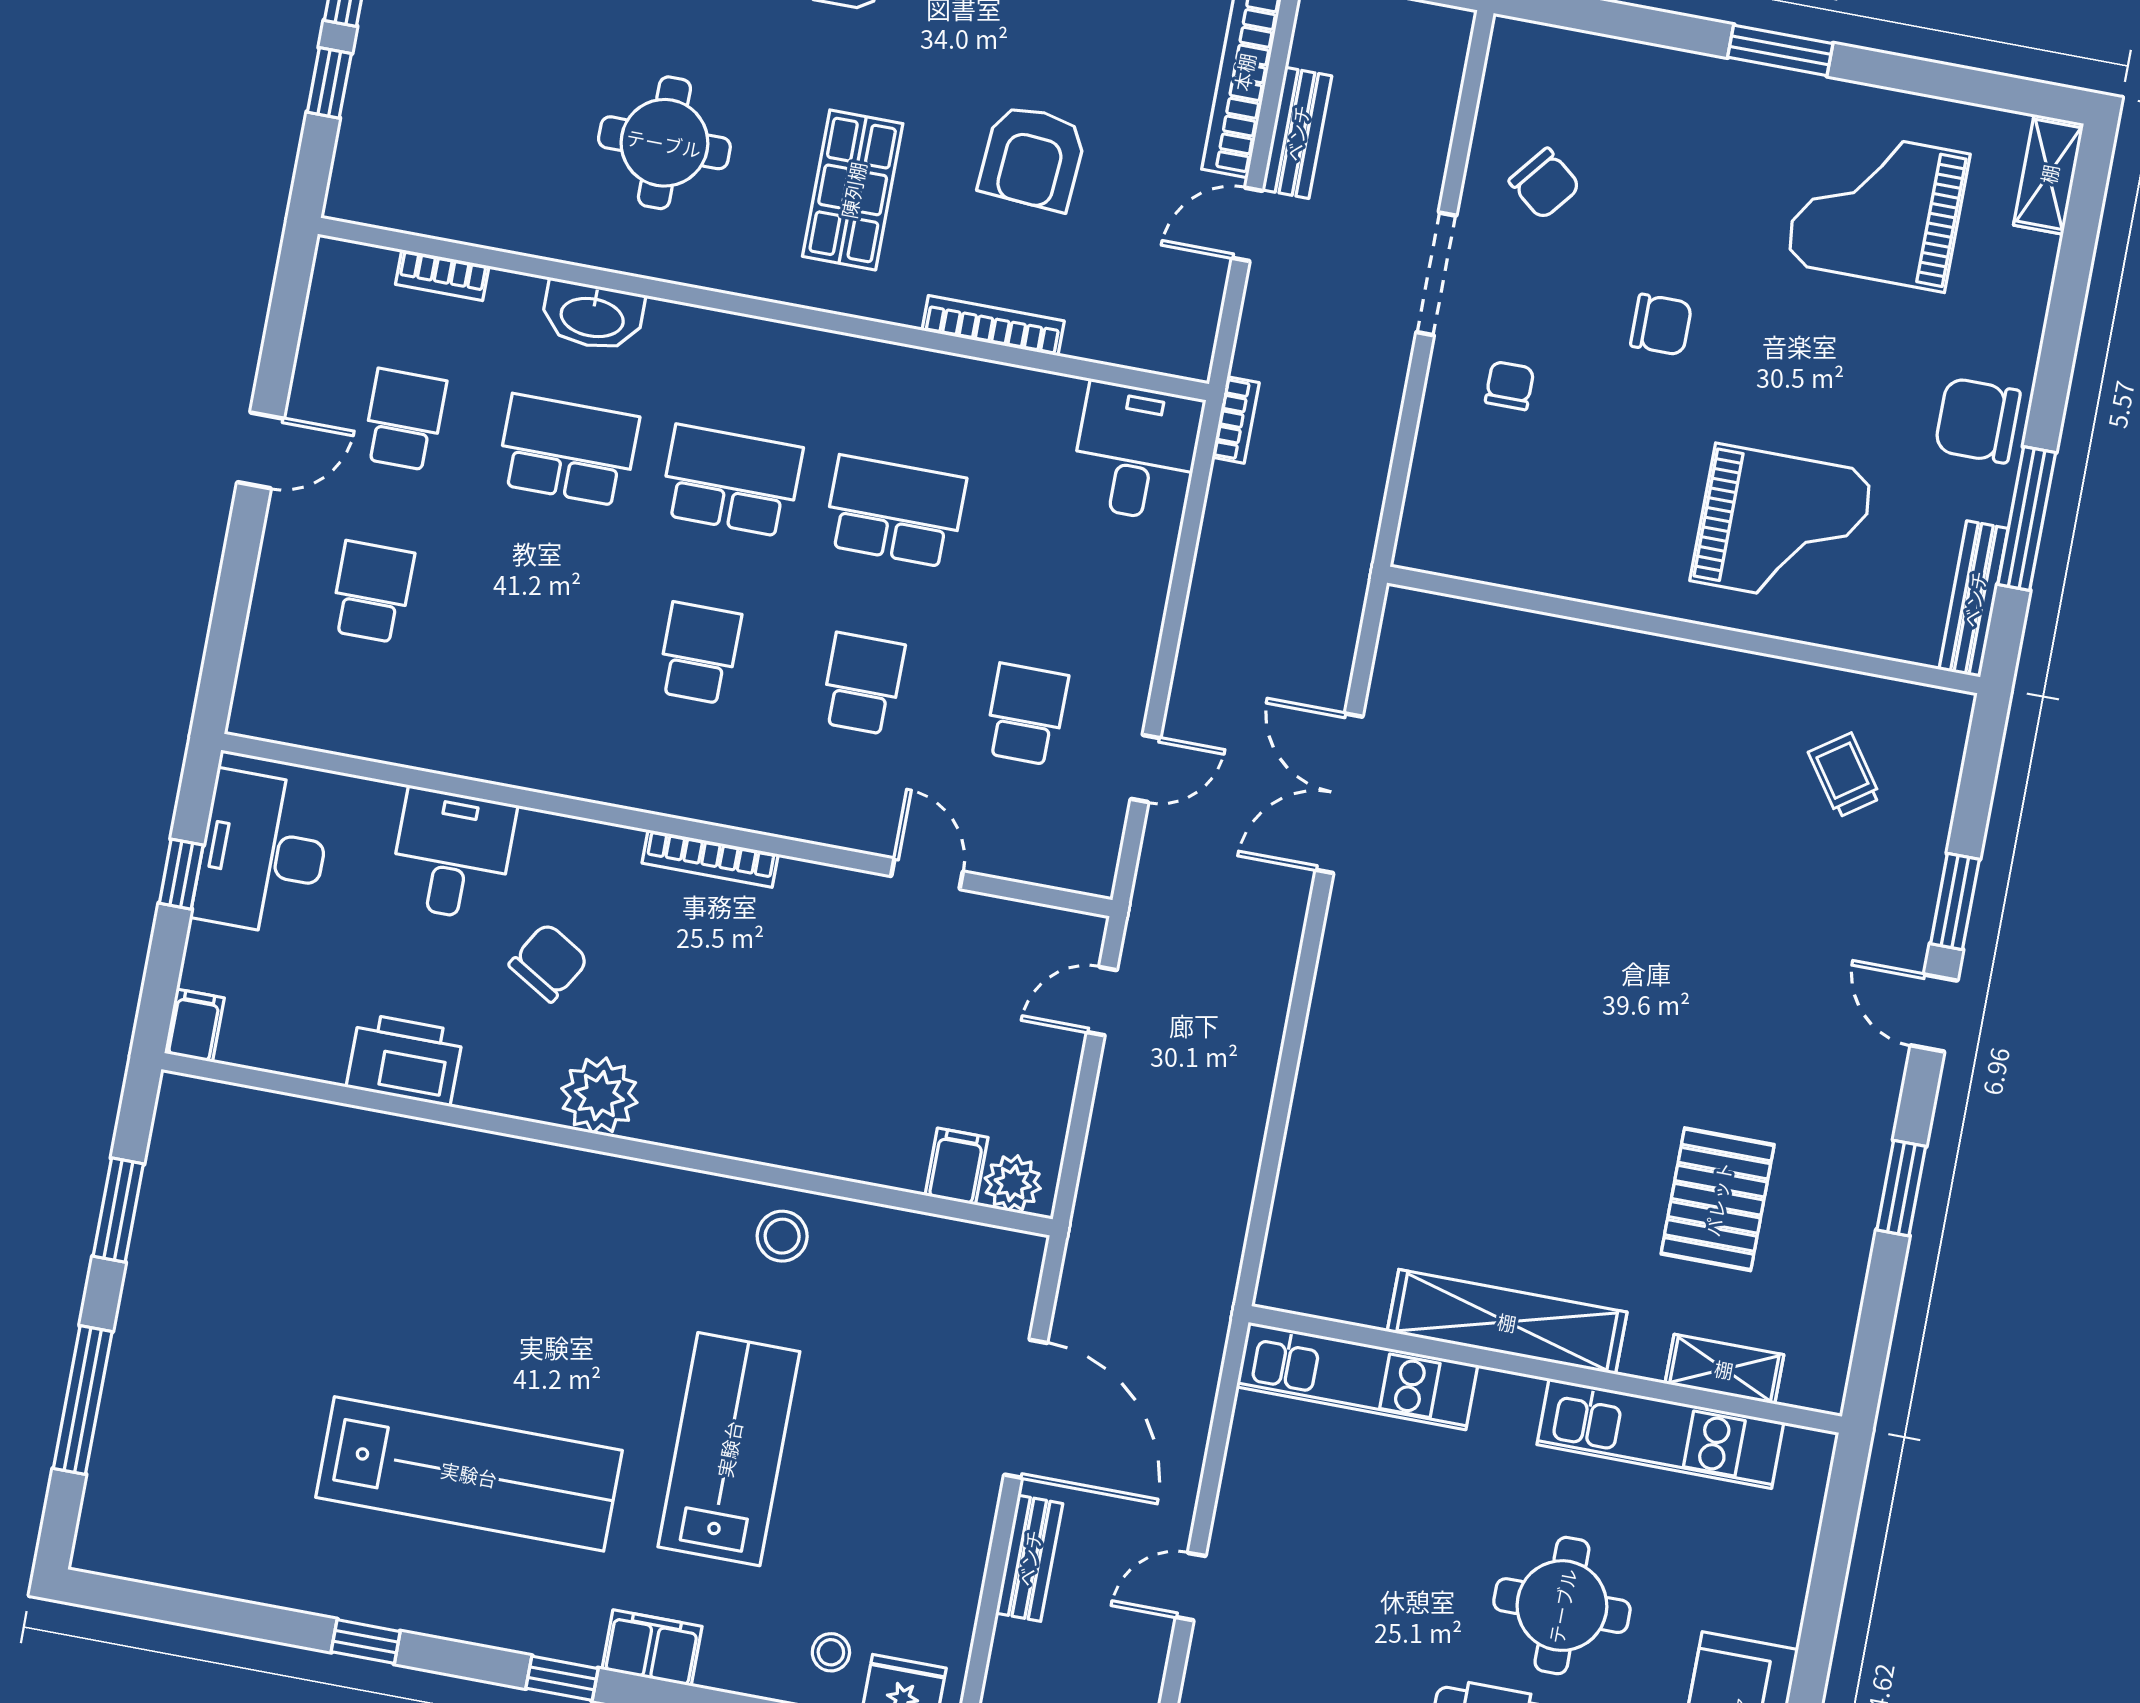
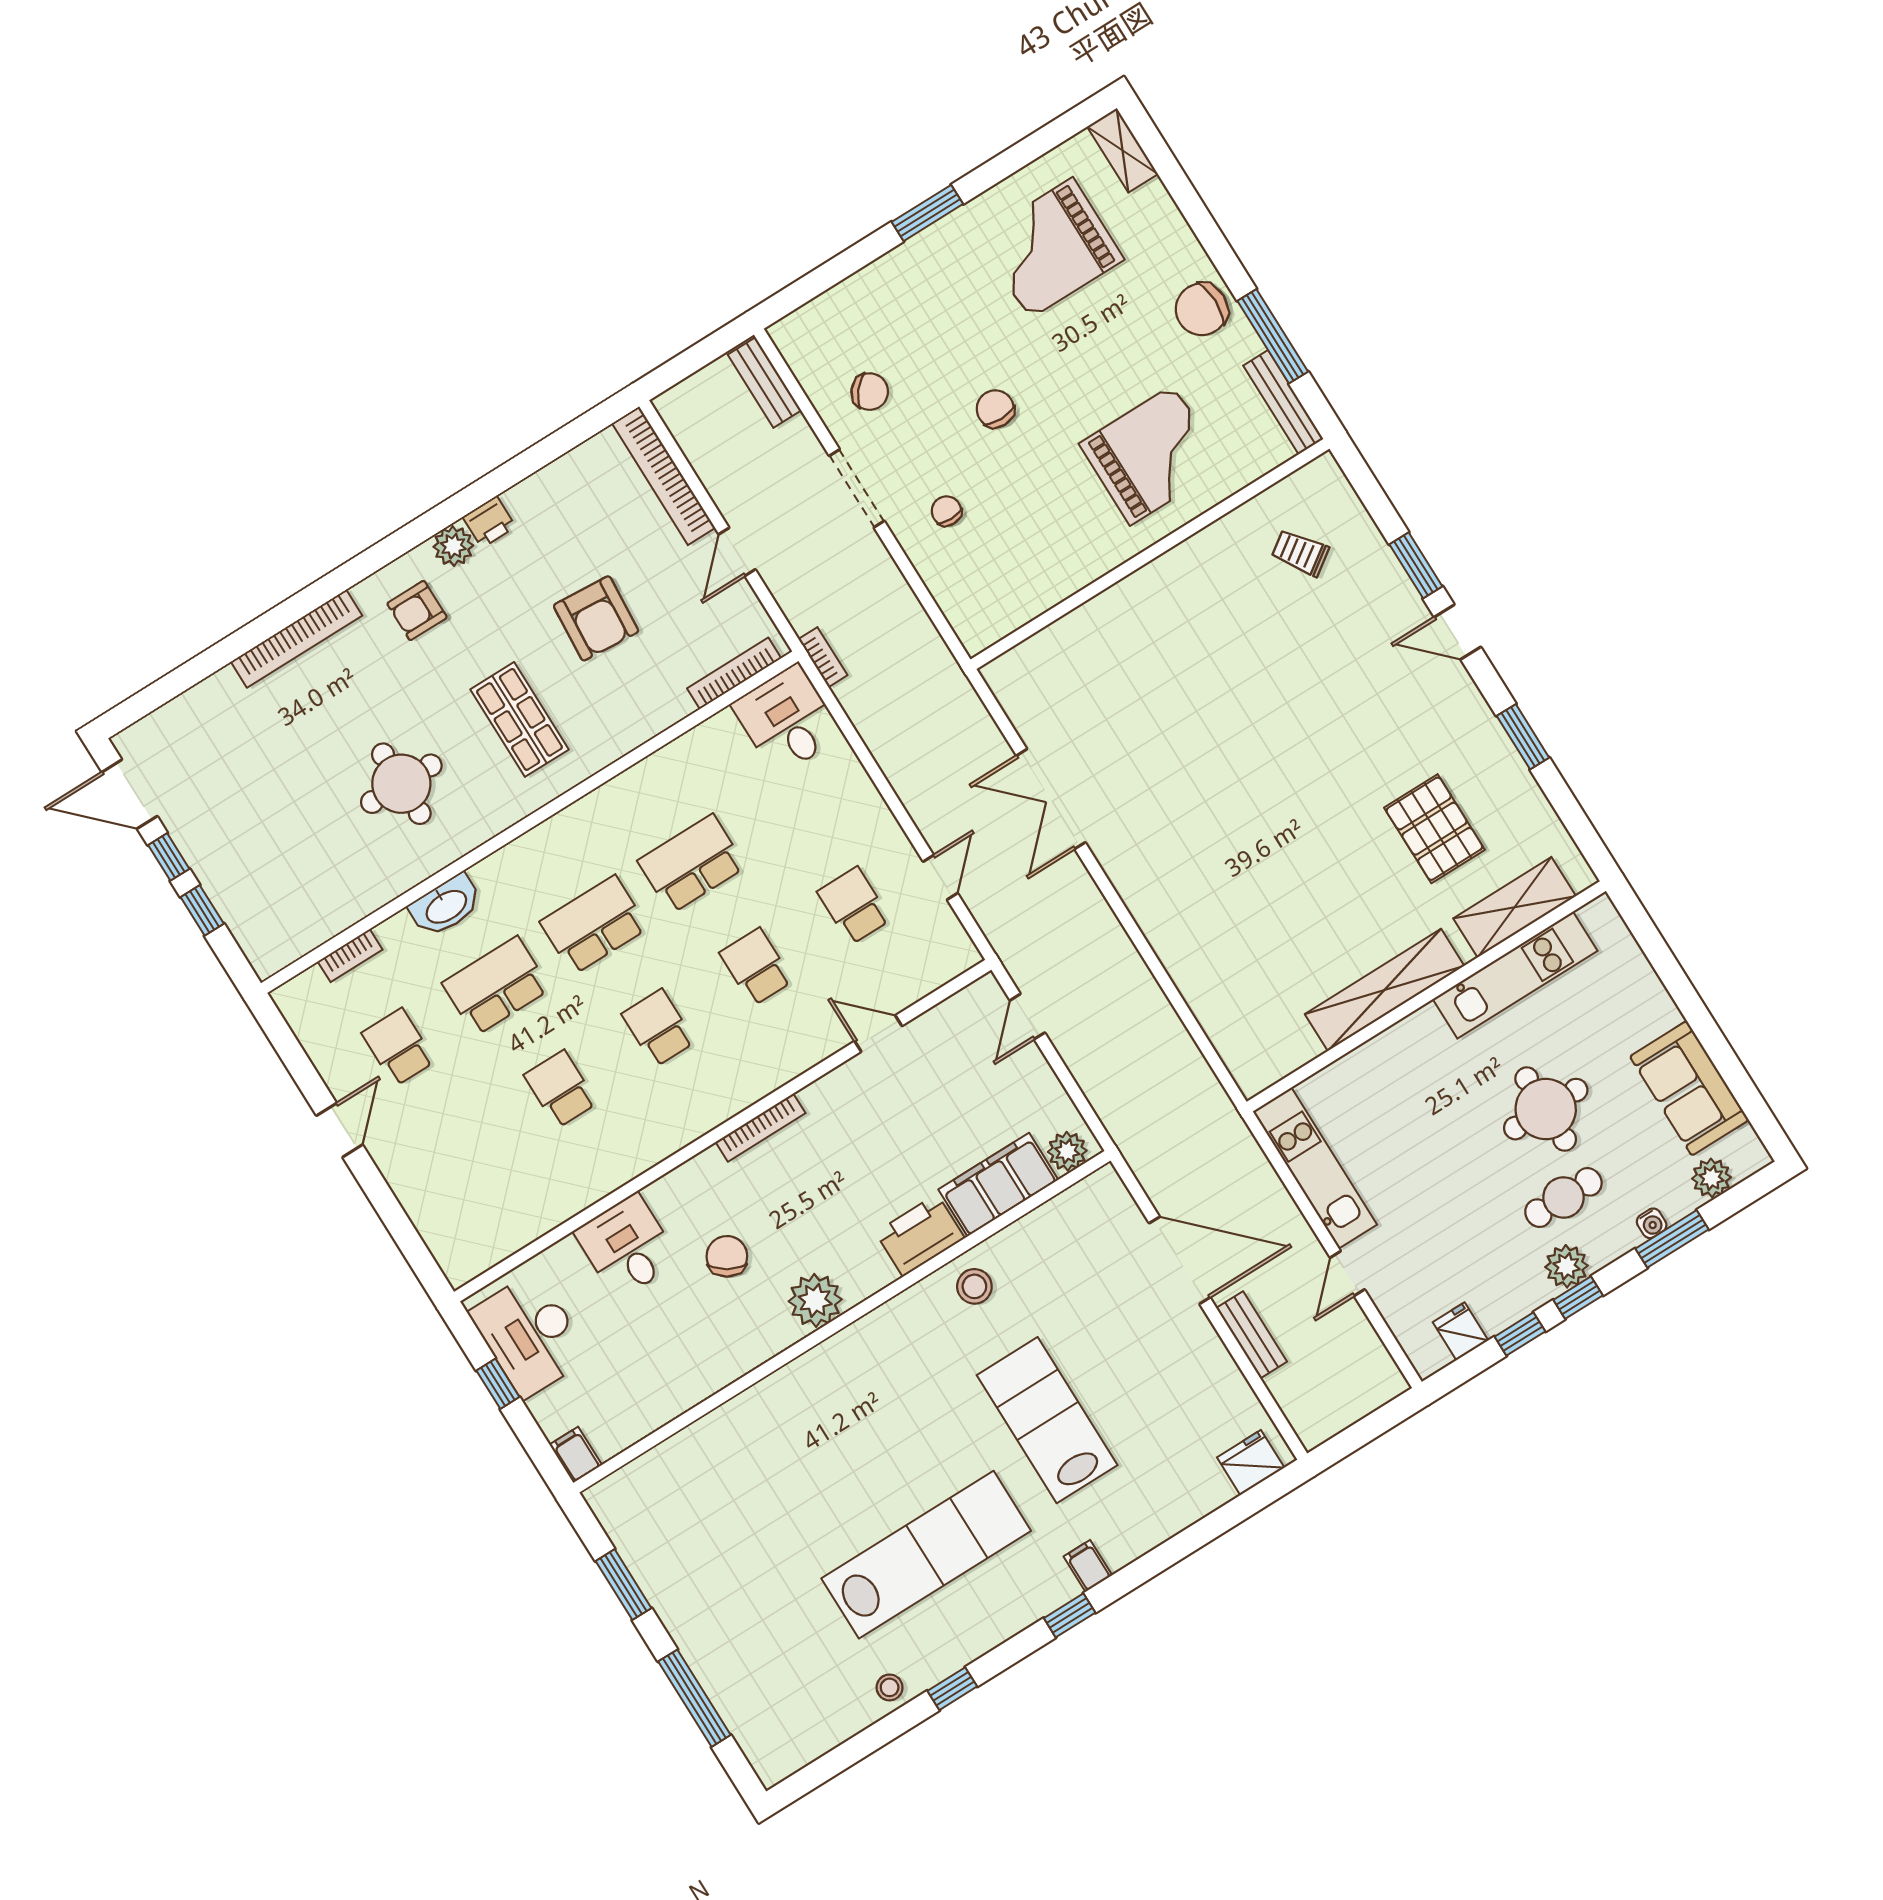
bench: (1297, 133) -> (764, 383), moved
chair: (1661, 325) -> (995, 409), turned -90
bookcase: (993, 326) -> (734, 673), moved
school desk: (372, 592) -> (561, 1089), moved
printer: (405, 1060) -> (920, 1235), moved
filing cabinet: (956, 1166) -> (998, 1185), width x3.00, depth x1.17
shelving: (1724, 1369) -> (1515, 907), width x1.50, depth x1.33
kitchen unit: (1357, 1376) -> (1315, 1168), moved, turned -90
filing cabinet: (652, 1648) -> (1088, 1566), width x0.50
stool: (831, 1652) -> (890, 1687), moved

